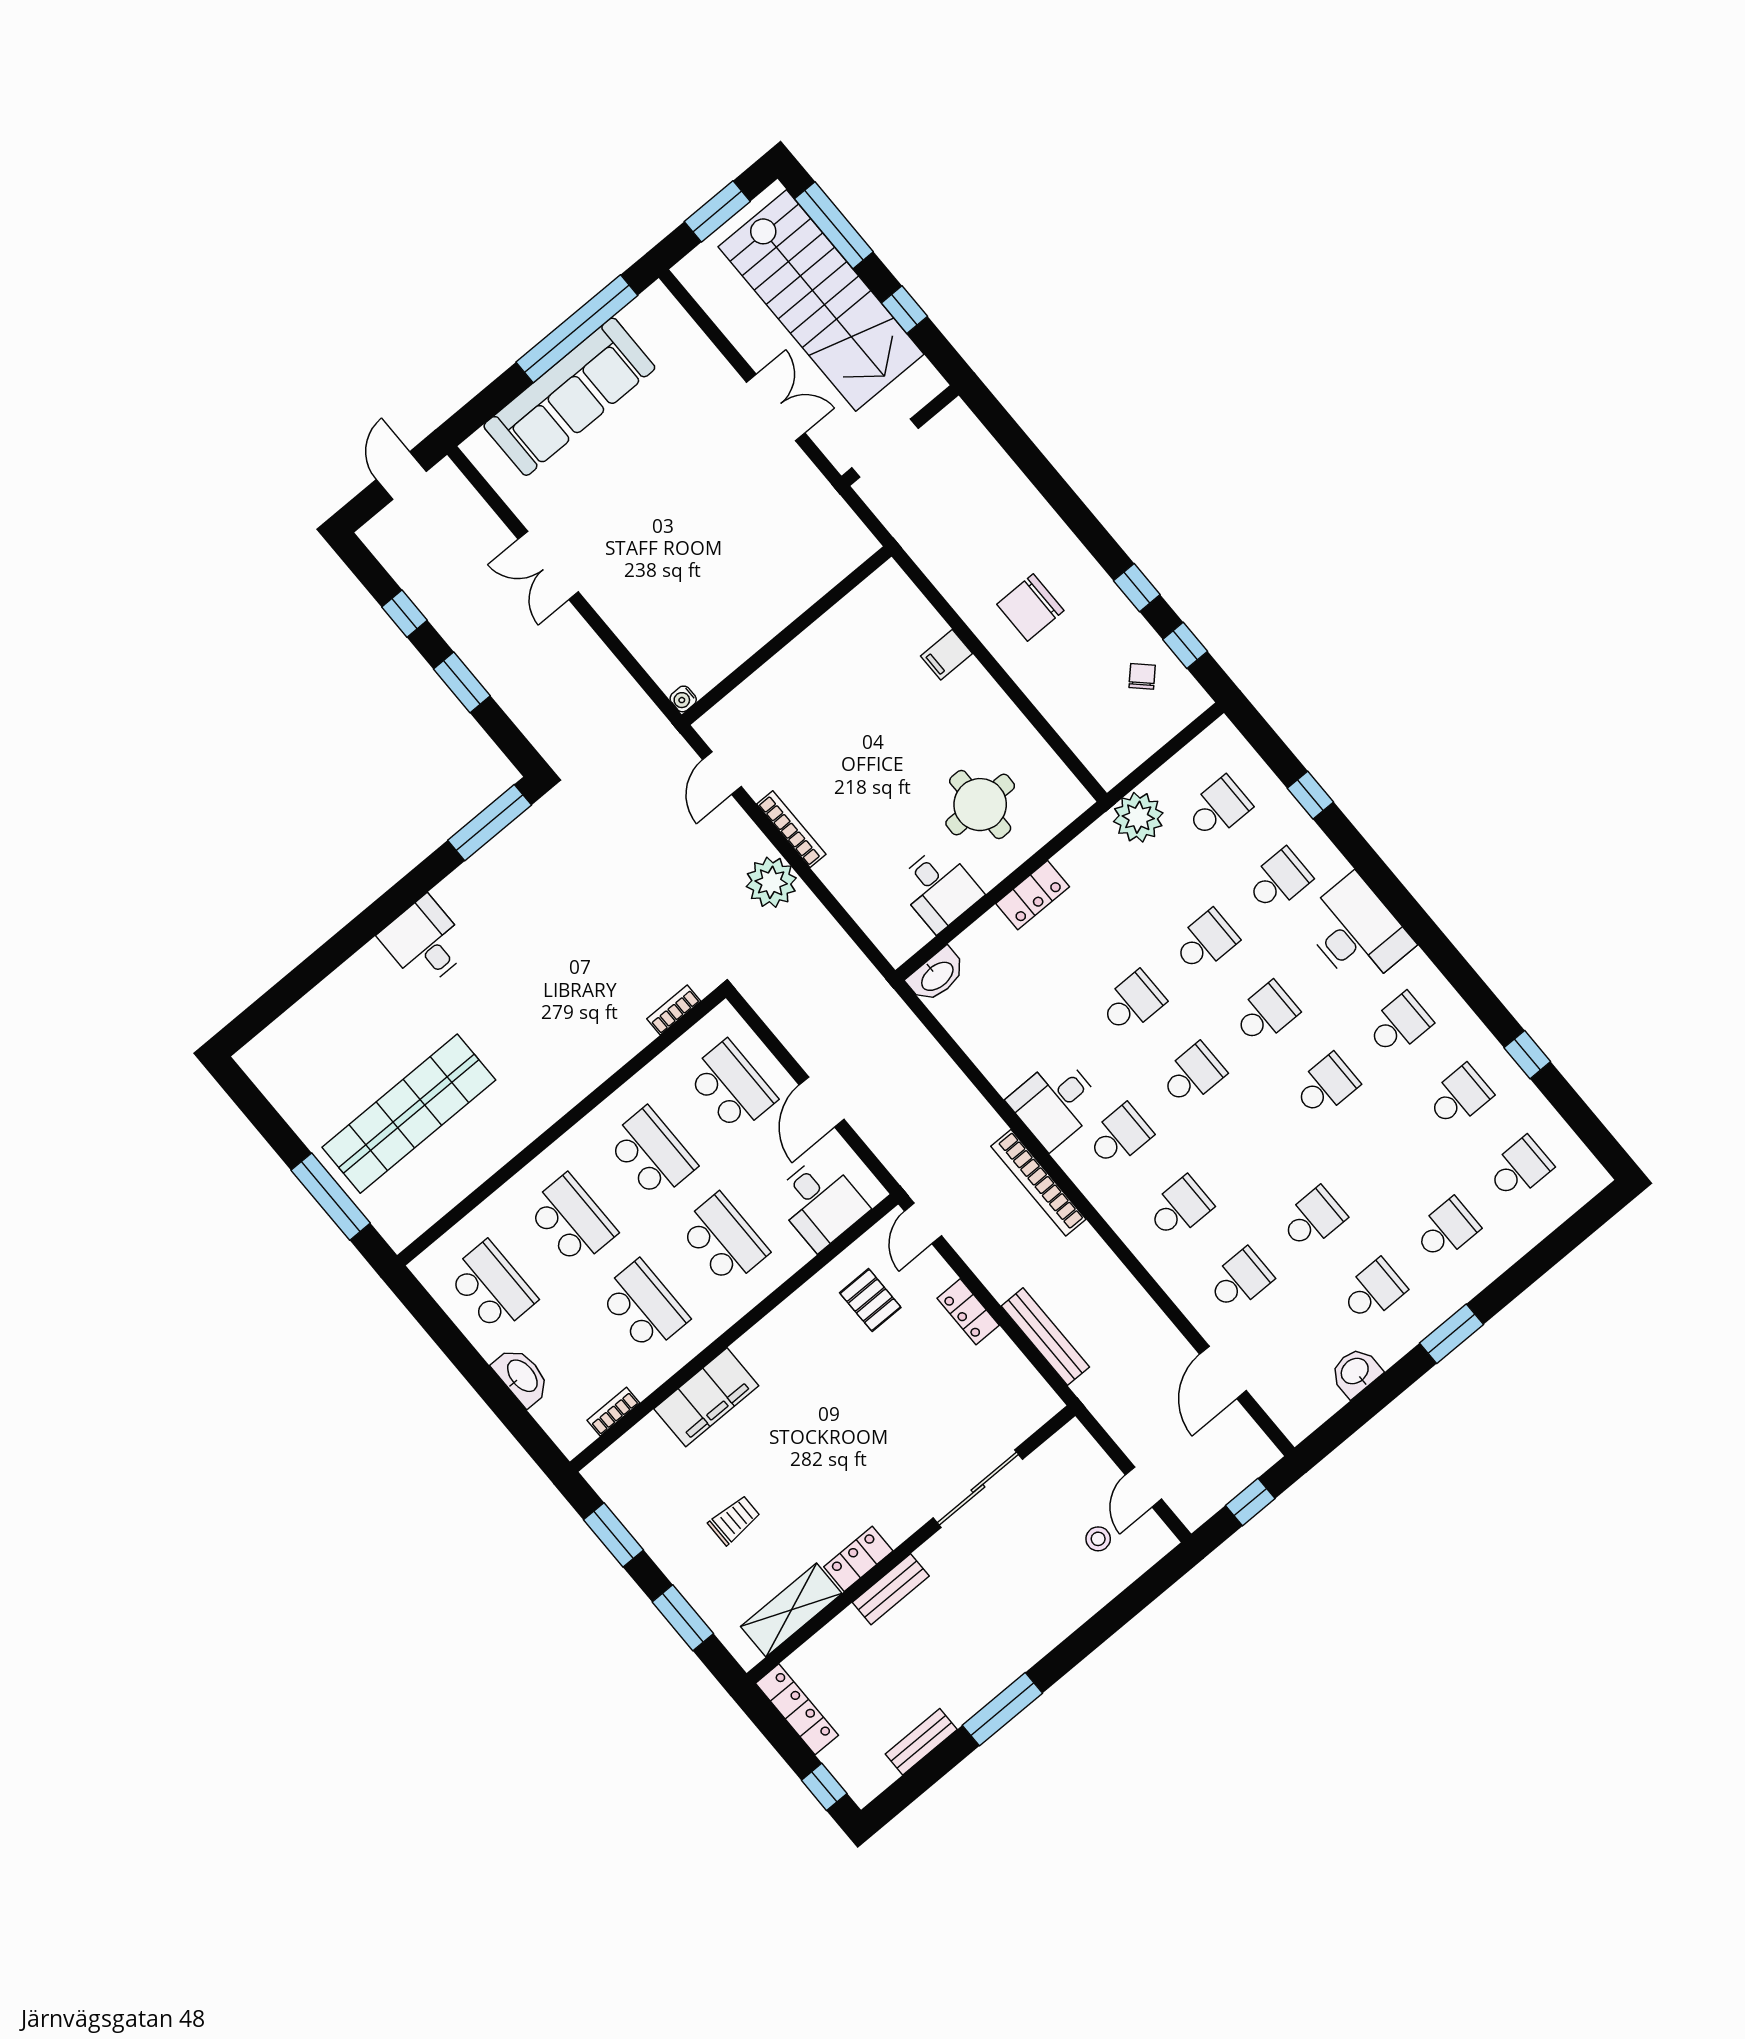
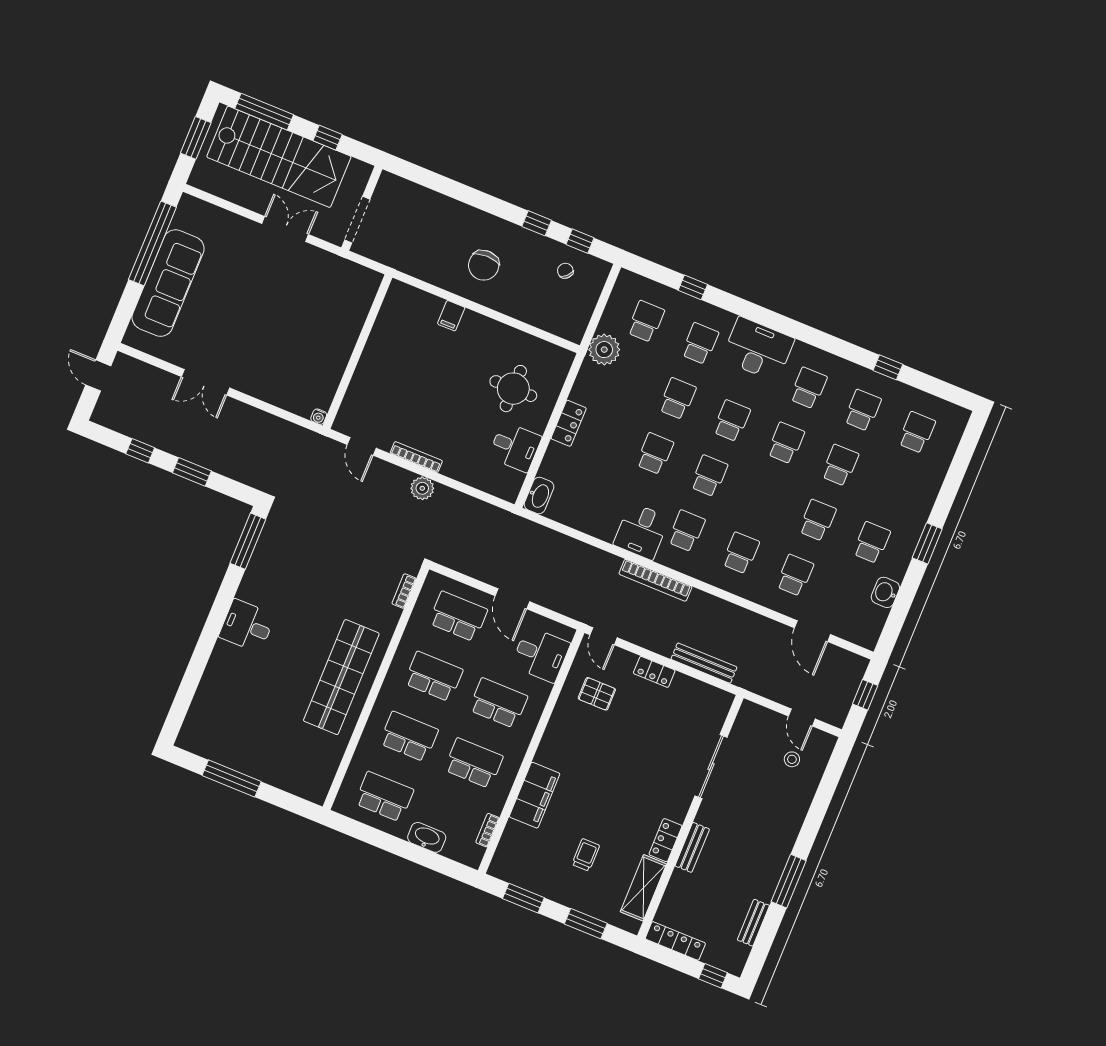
plant: (771, 882) -> (422, 488), width x0.73, depth x0.73
shop shelf: (409, 1114) -> (341, 677), moved
window: (331, 1197) -> (232, 778), moved
school desk: (1446, 1230) -> (840, 465), moved

